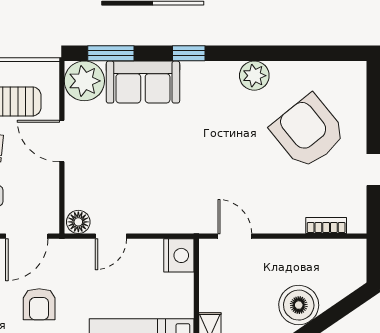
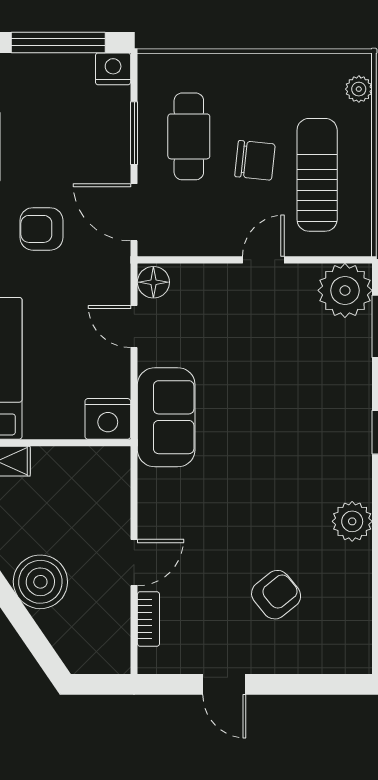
sofa: (143, 82) -> (166, 417), moved, turned 180
armchair: (308, 132) -> (276, 595), width x0.53, depth x0.53
door: (62, 141) -> (263, 260), width x0.73
door: (235, 236) -> (134, 563), moved

